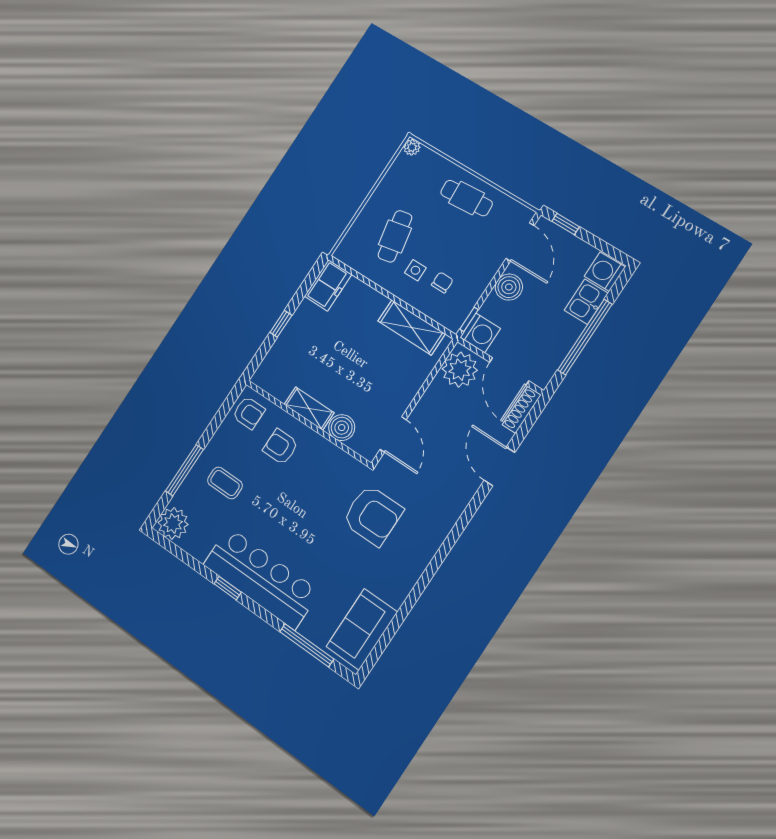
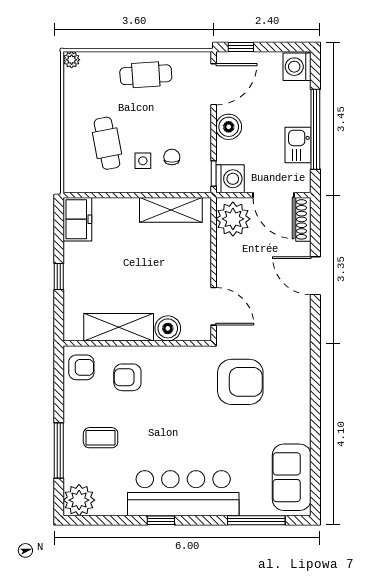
door: (520, 242) -> (214, 84), hinge flipped
kitchen sink: (586, 302) -> (298, 145), moved
shelving: (309, 409) -> (119, 327), width x1.50, depth x1.33

